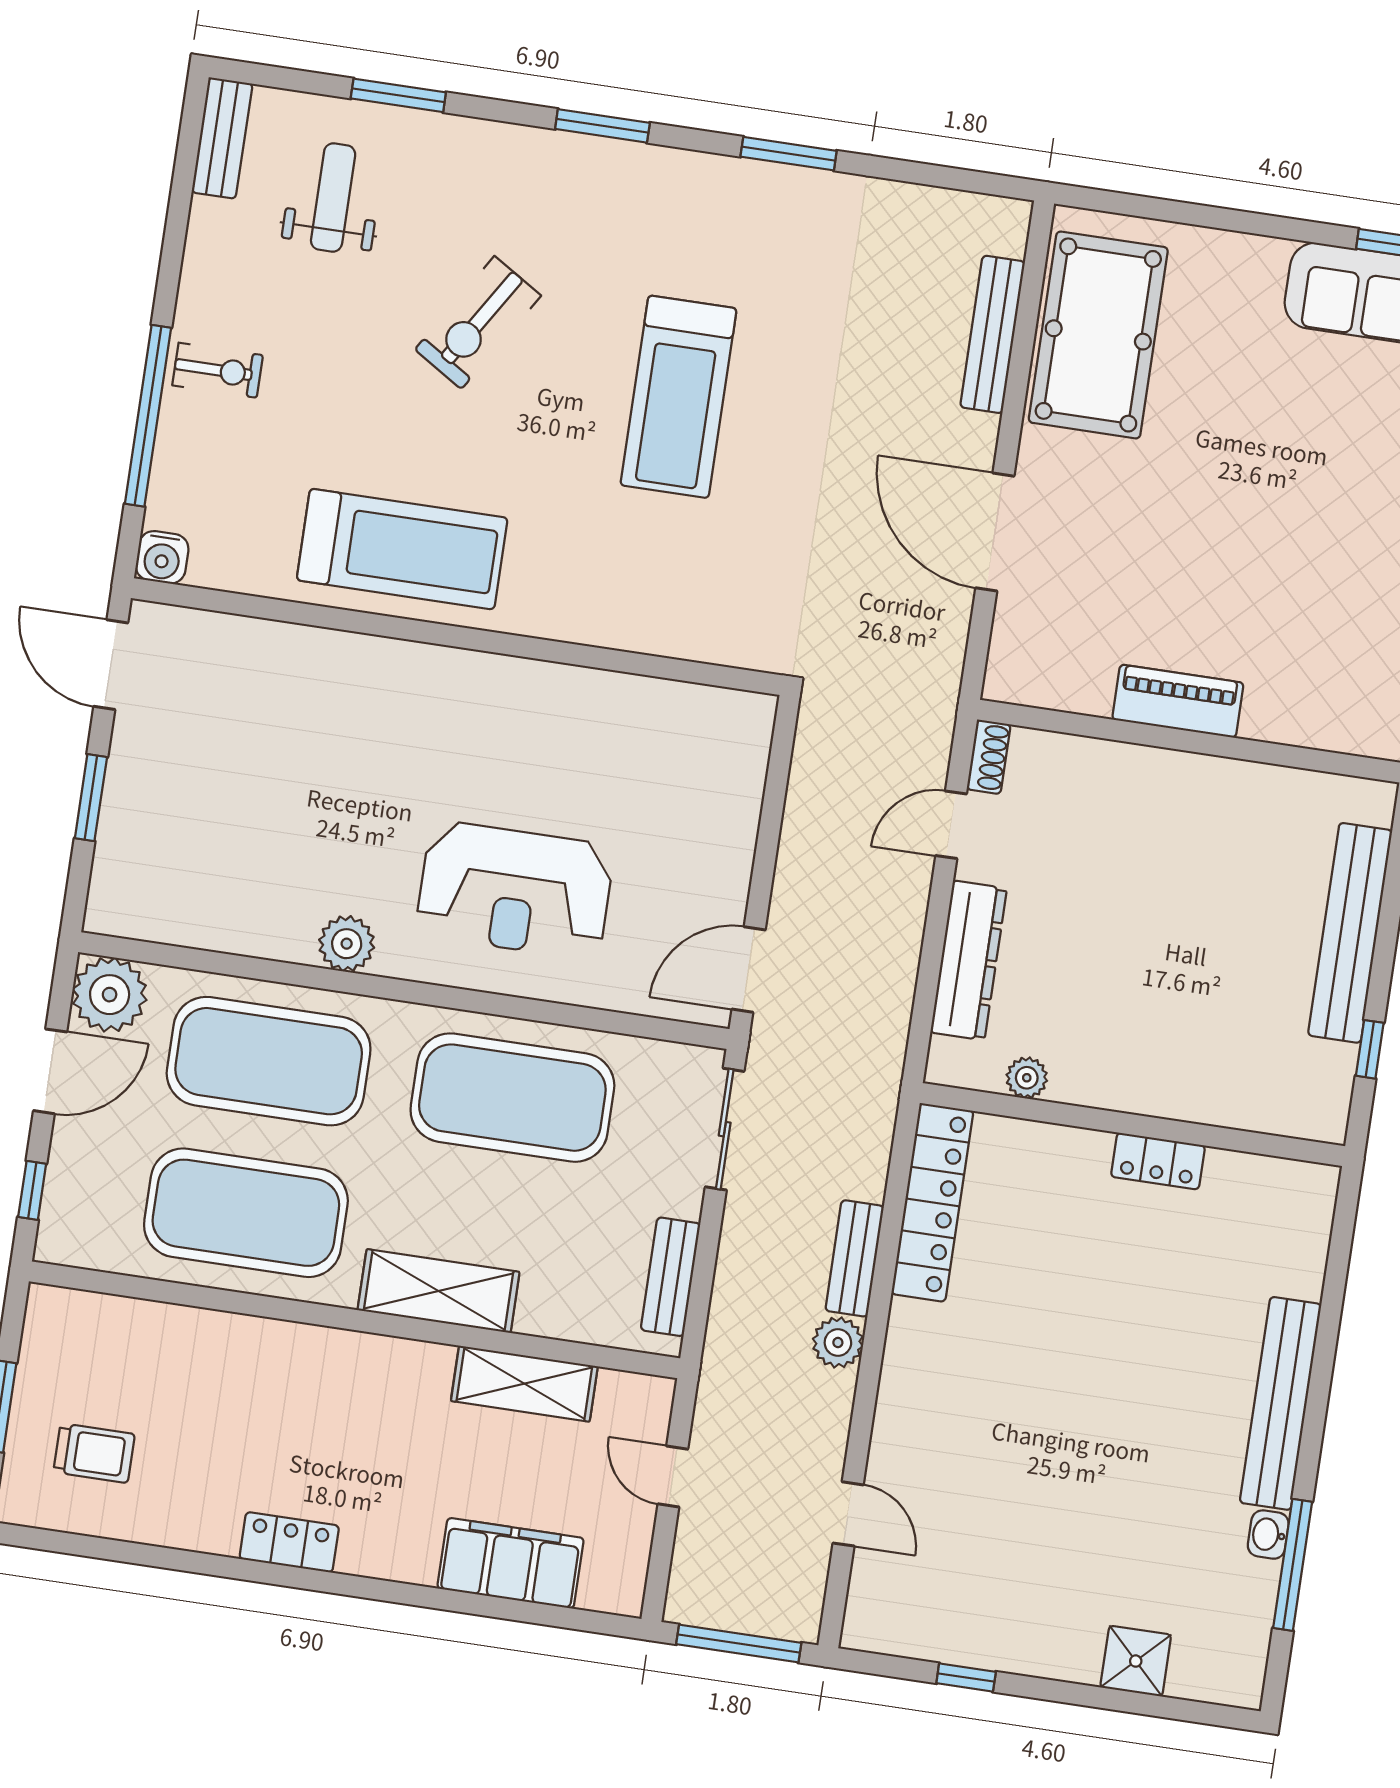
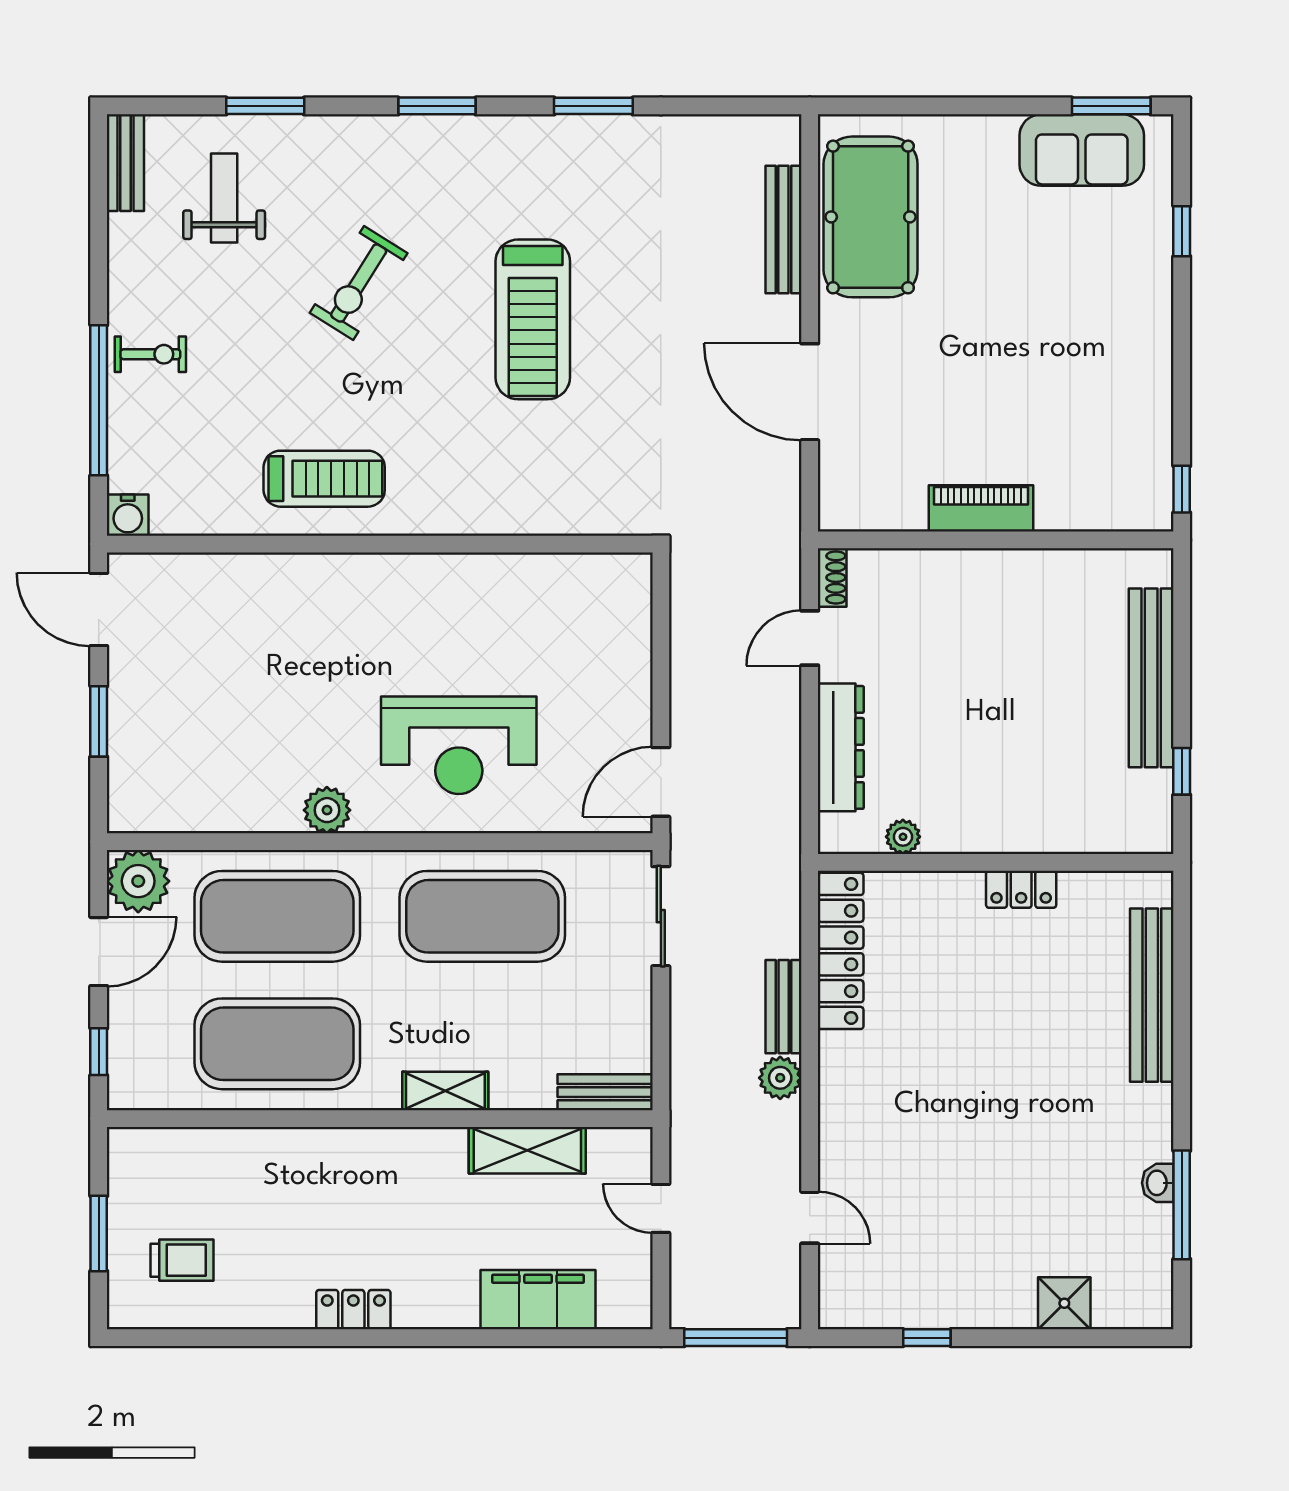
treadmill: (402, 549) -> (324, 479), width x0.73, depth x0.73
bench: (671, 1277) -> (605, 1092), moved, turned 90
shelving: (439, 1291) -> (445, 1091), width x0.67, depth x0.75
bench: (1281, 1403) -> (1152, 995), moved

